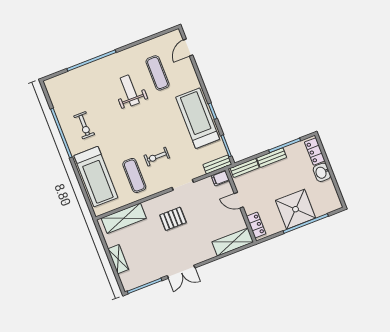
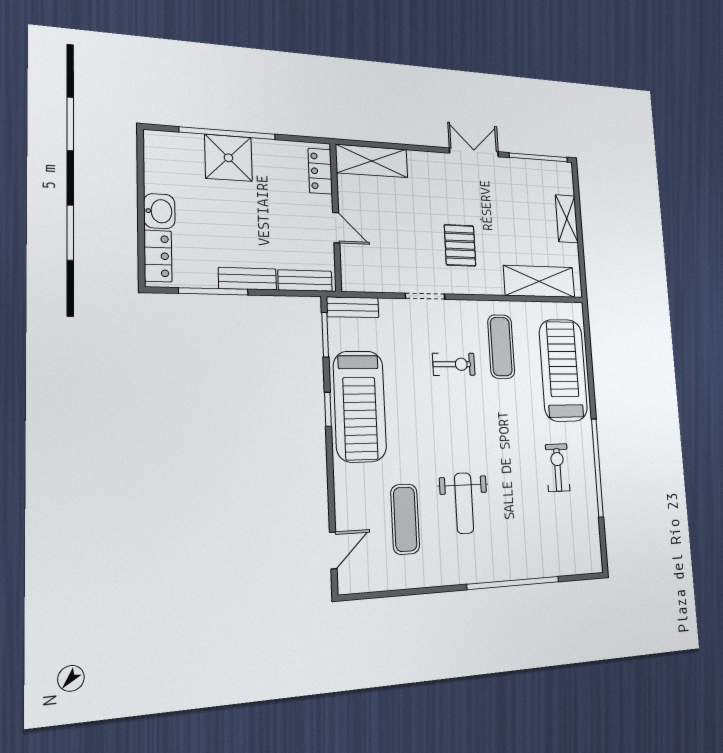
filing cabinet: (220, 178) -> (356, 281), removed
shower: (296, 209) -> (228, 158), width x0.73, depth x0.73
pallet: (173, 219) -> (460, 245), turned 90

